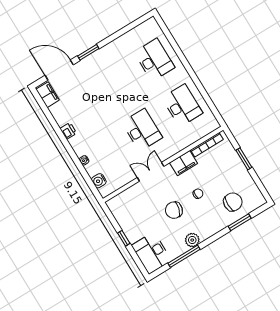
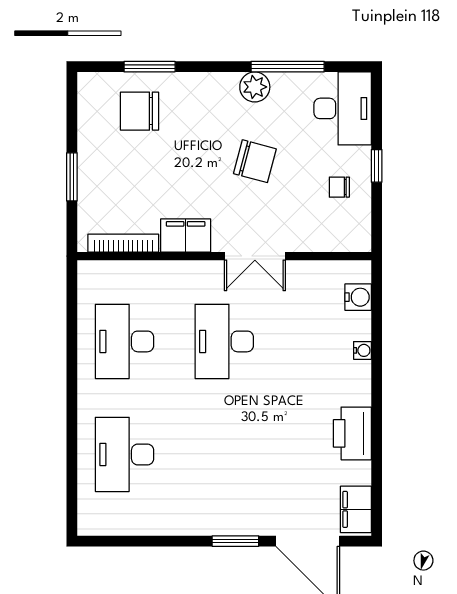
printer: (68, 131) -> (352, 433), width x1.87, depth x1.48
chair: (198, 194) -> (339, 187), moved

